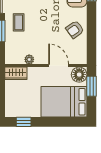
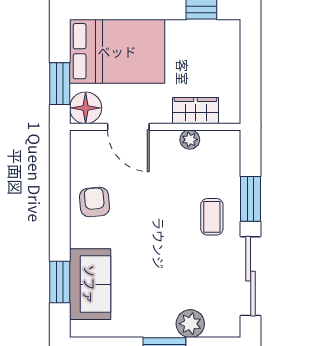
armchair: (75, 29) -> (94, 202), turned -59
wardrobe: (16, 73) -> (196, 111), moved

